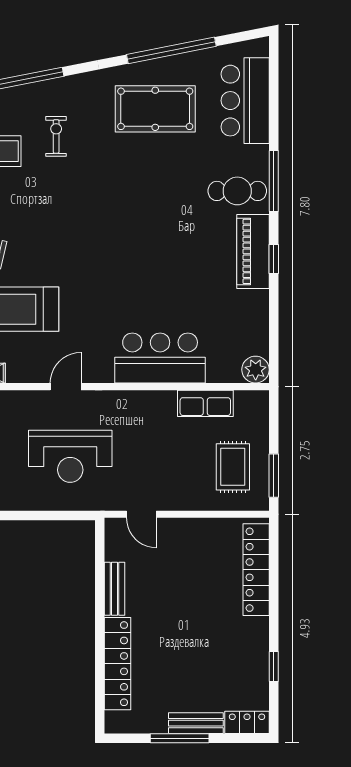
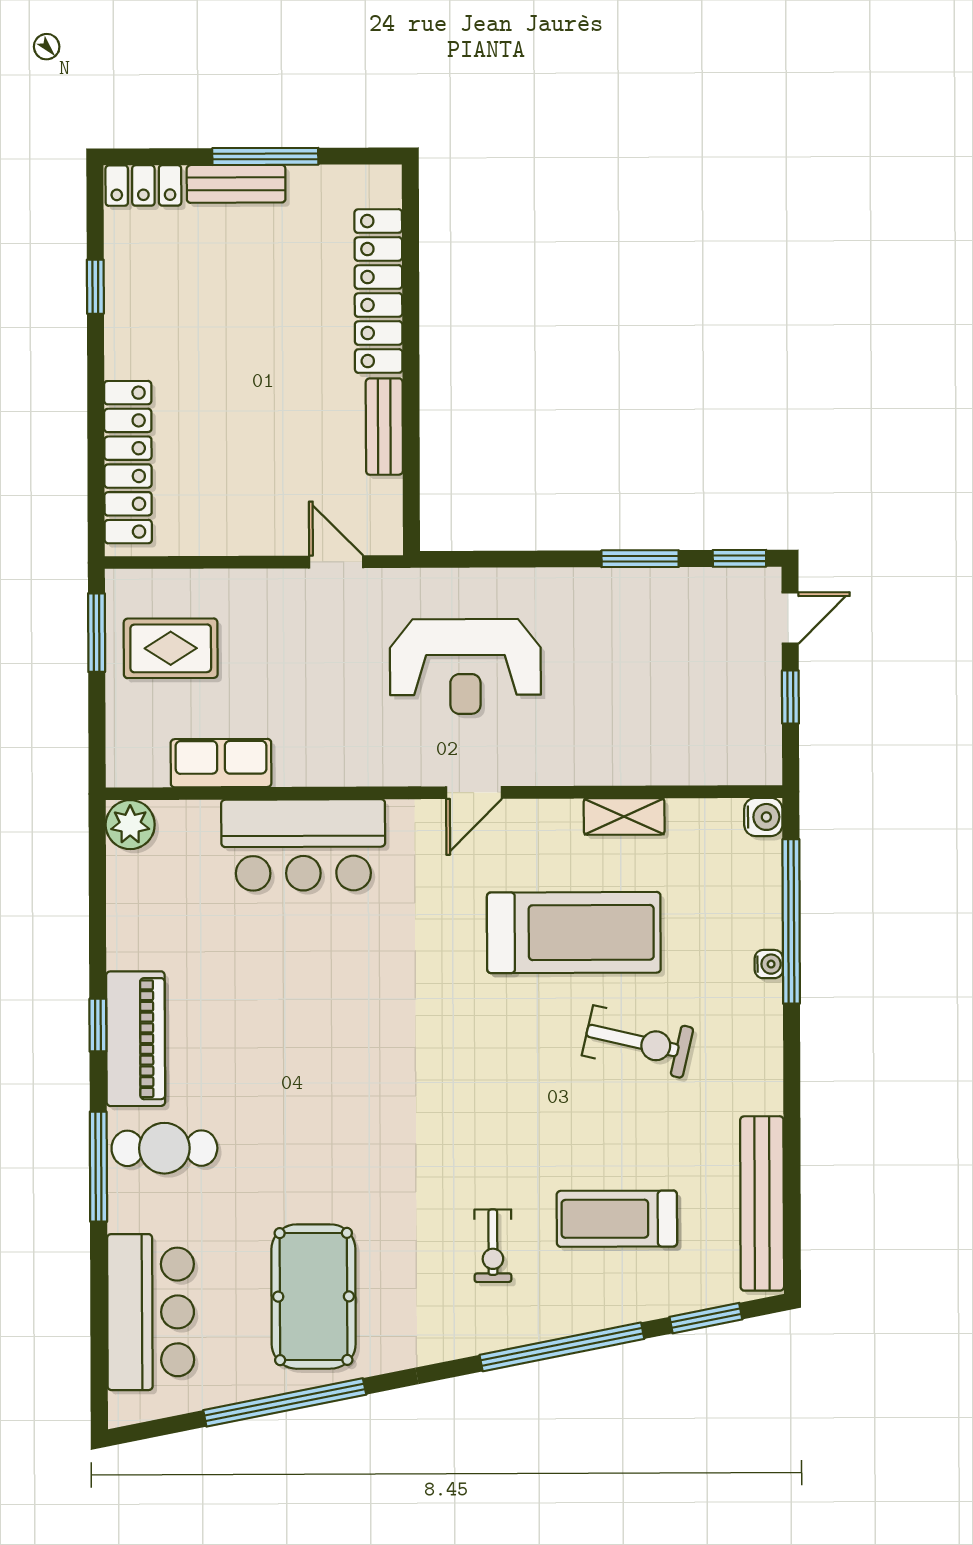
pool table: (155, 109) -> (314, 1297), turned 90
reception desk: (70, 456) -> (465, 666), turned 180
rug: (233, 467) -> (171, 648), turned 90

